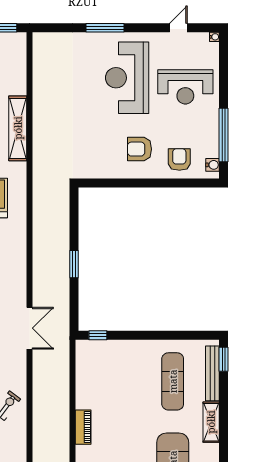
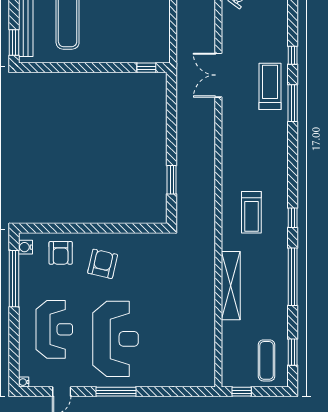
window: (105, 28) -> (116, 392), moved
reception desk: (185, 87) -> (54, 329), turned 90
armchair: (139, 149) -> (103, 264), turned -77
window: (74, 264) -> (172, 180), moved

